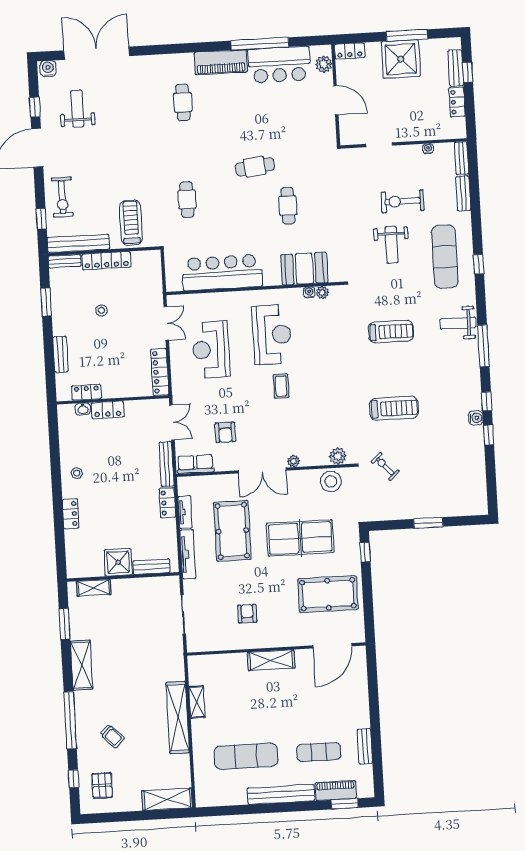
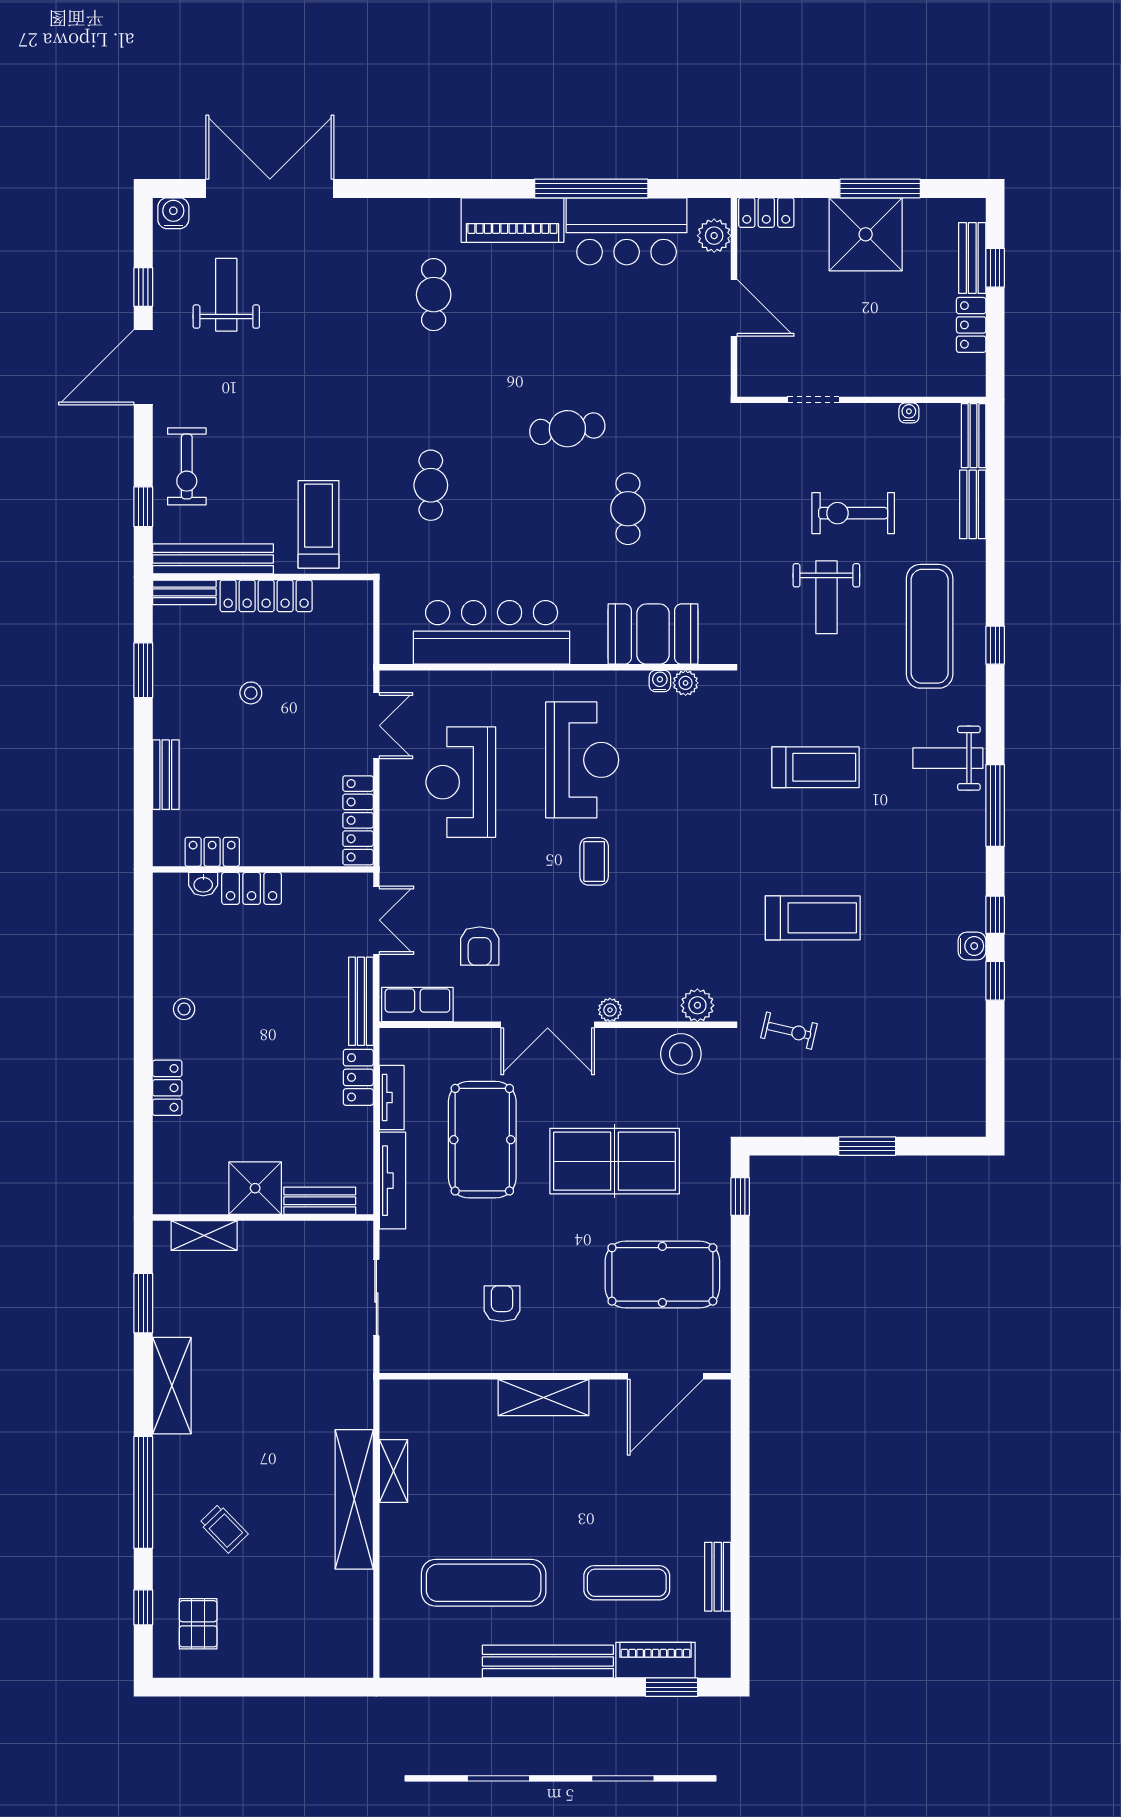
exercise bike: (385, 466) -> (789, 1031), turned 145
shelving: (167, 799) -> (324, 1658), removed

